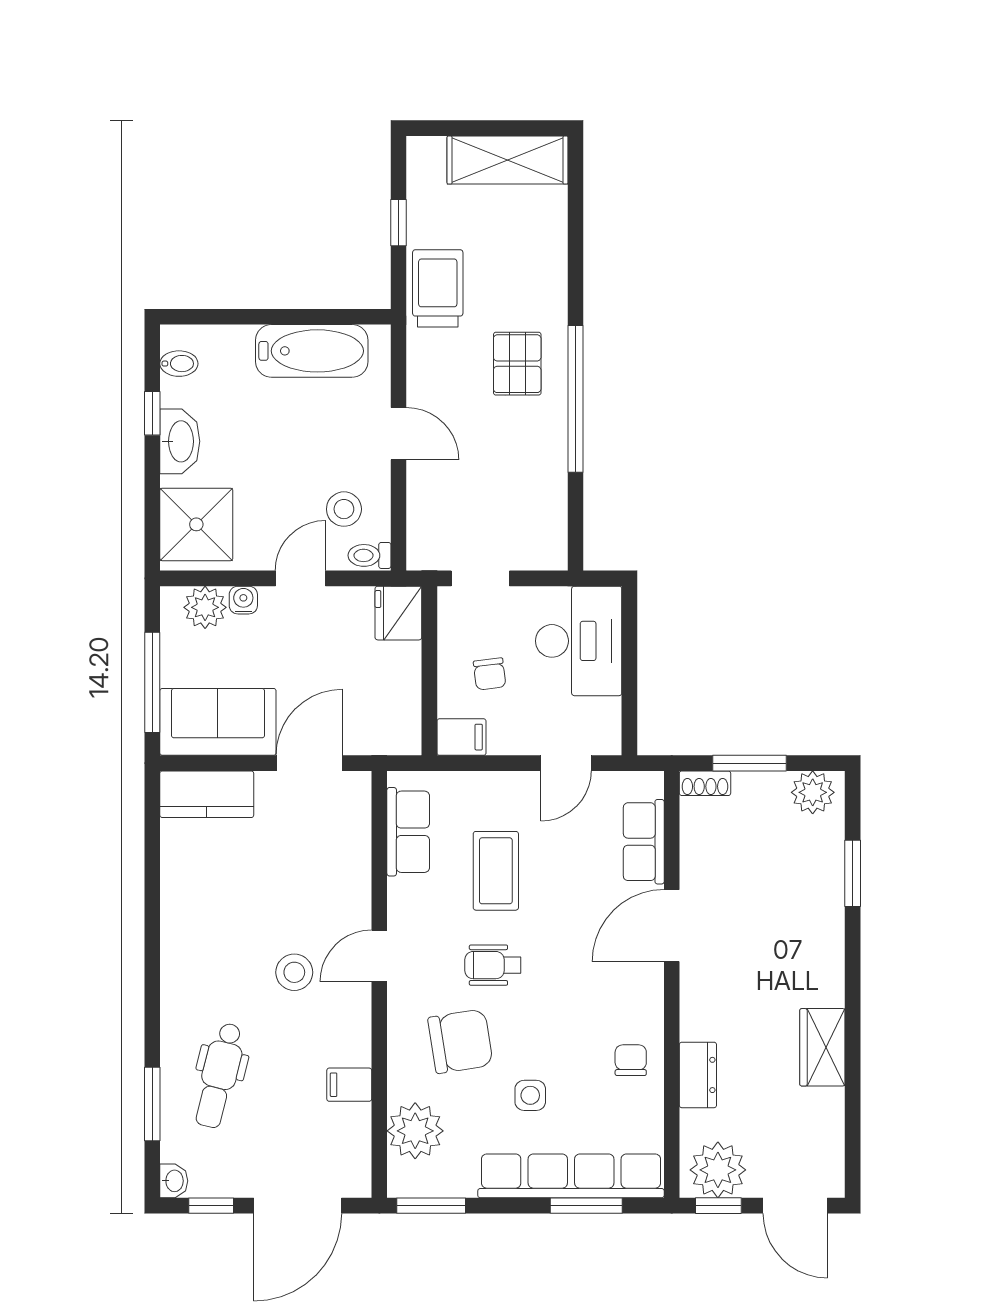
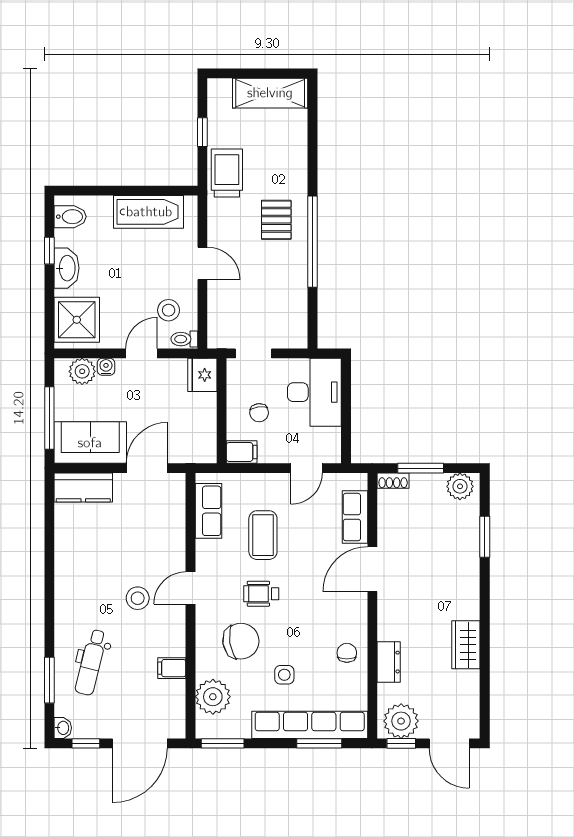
bidet: (179, 364) -> (70, 217), width x1.38, depth x1.36

